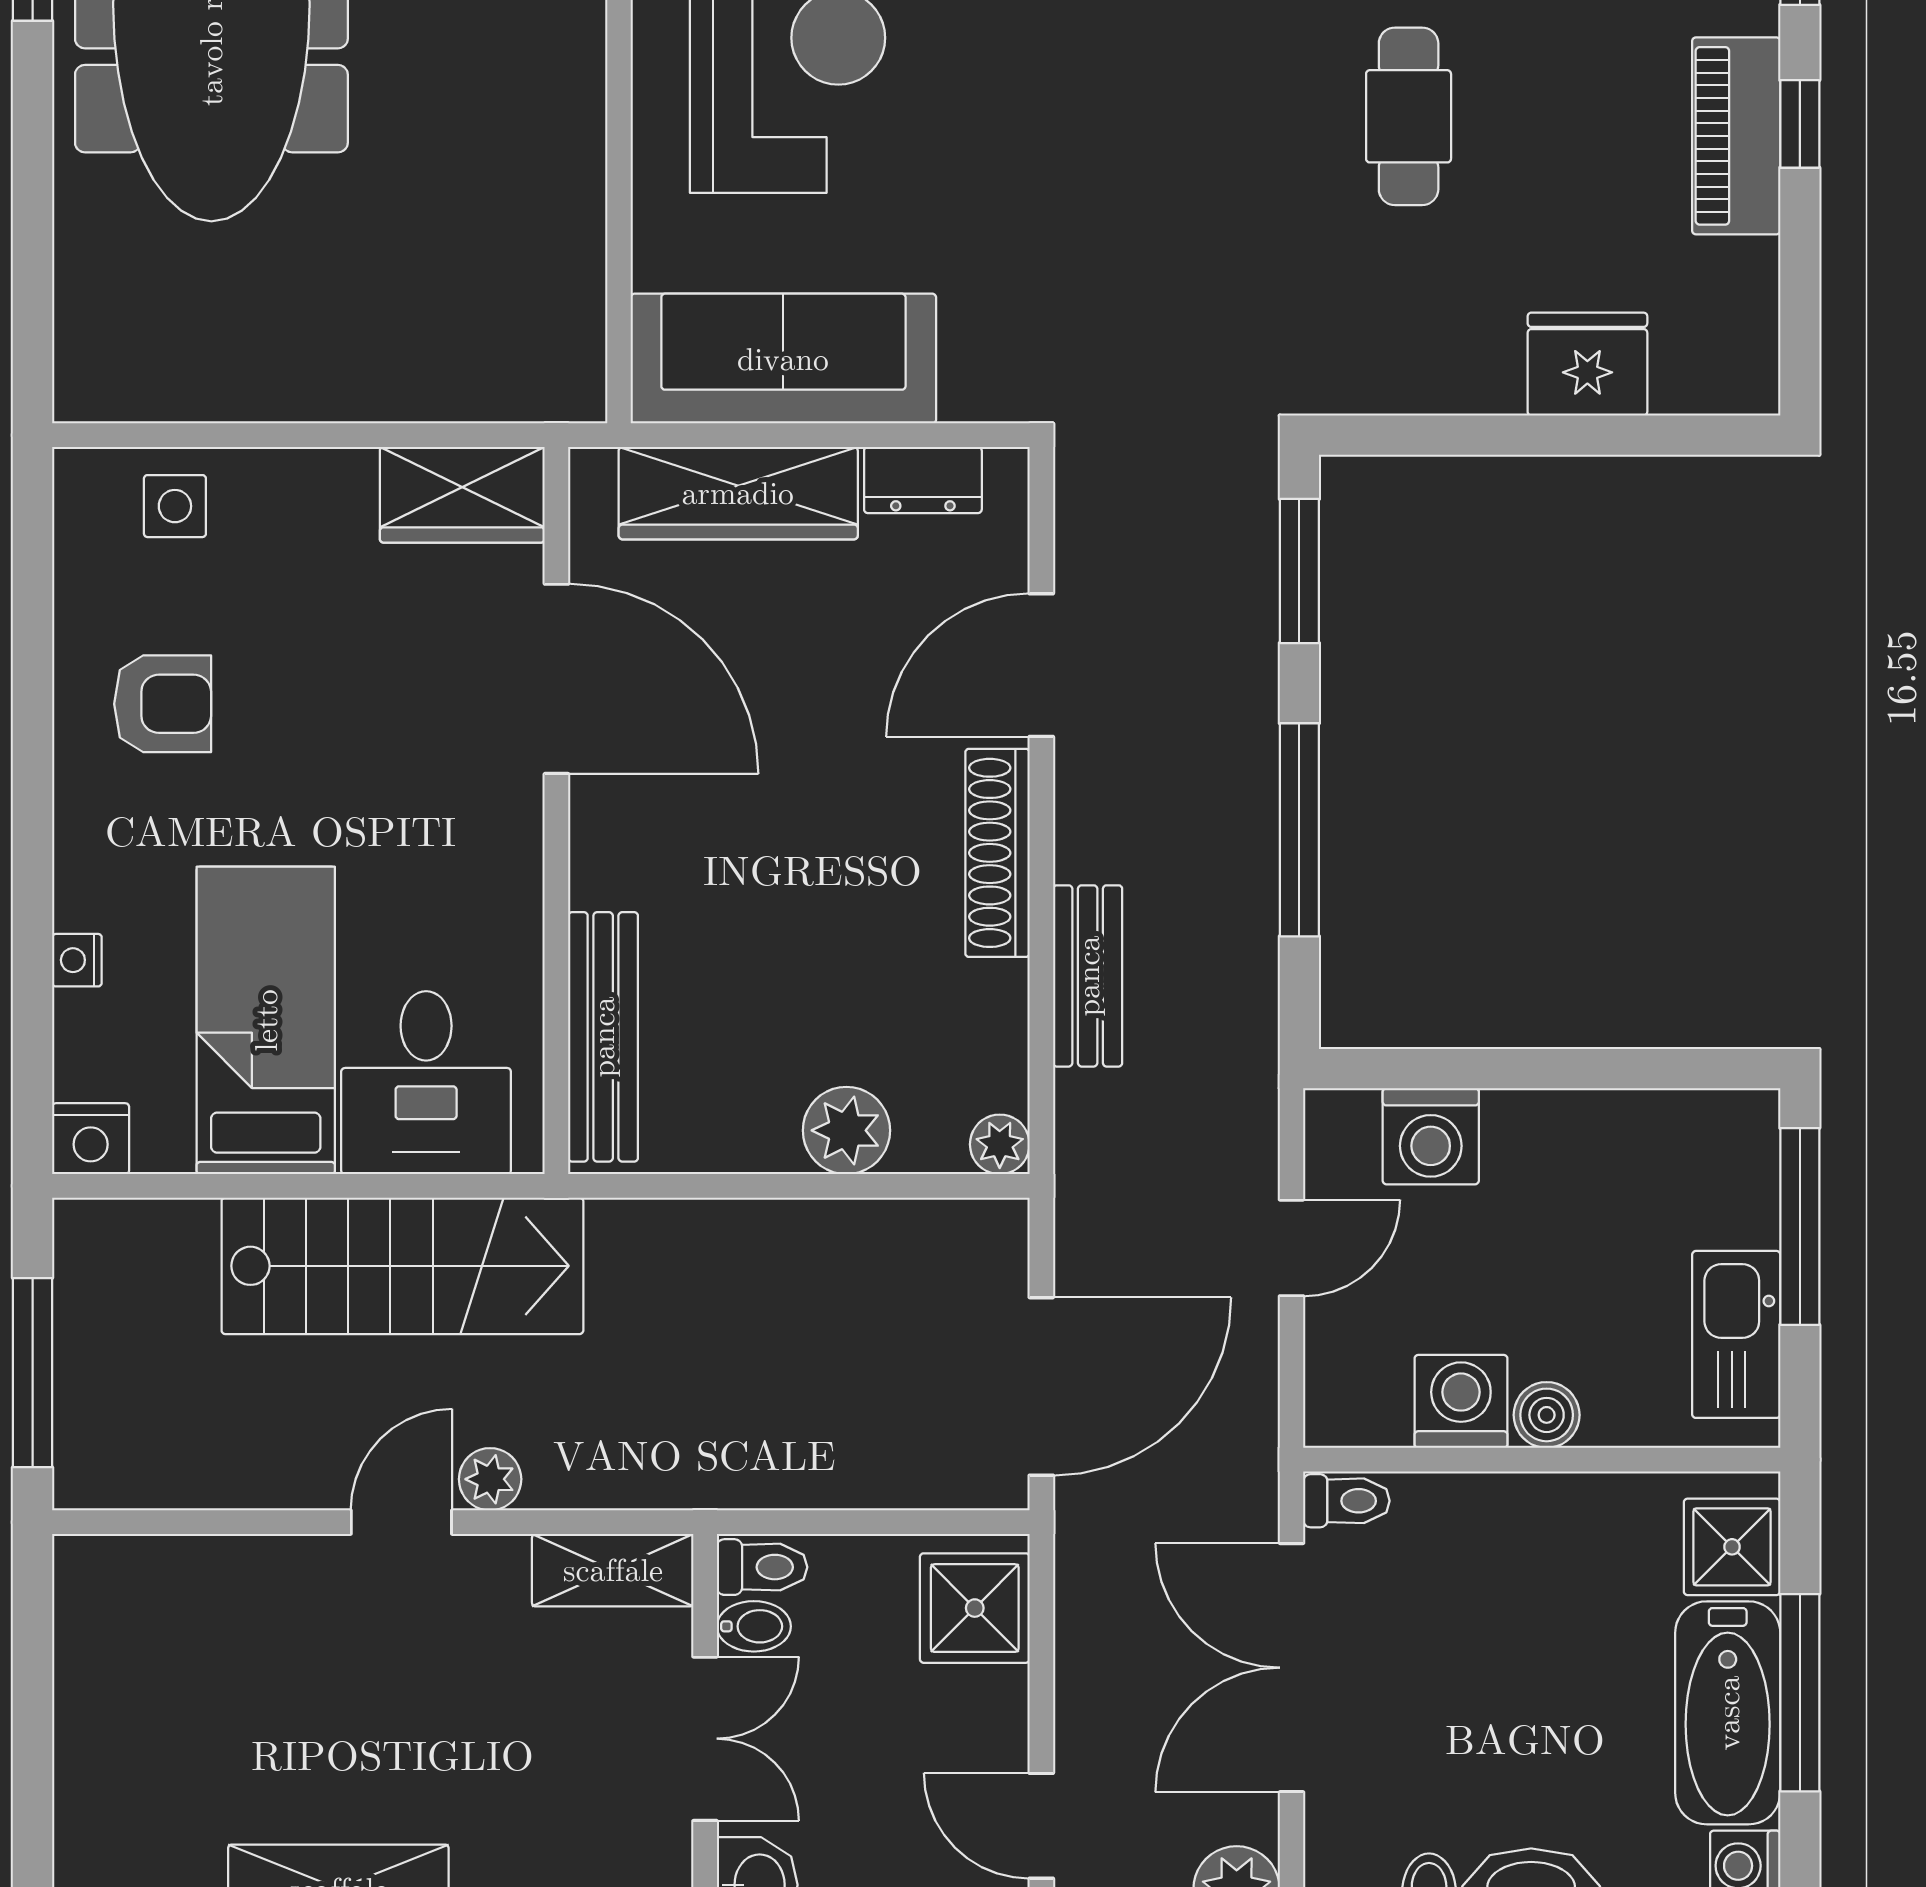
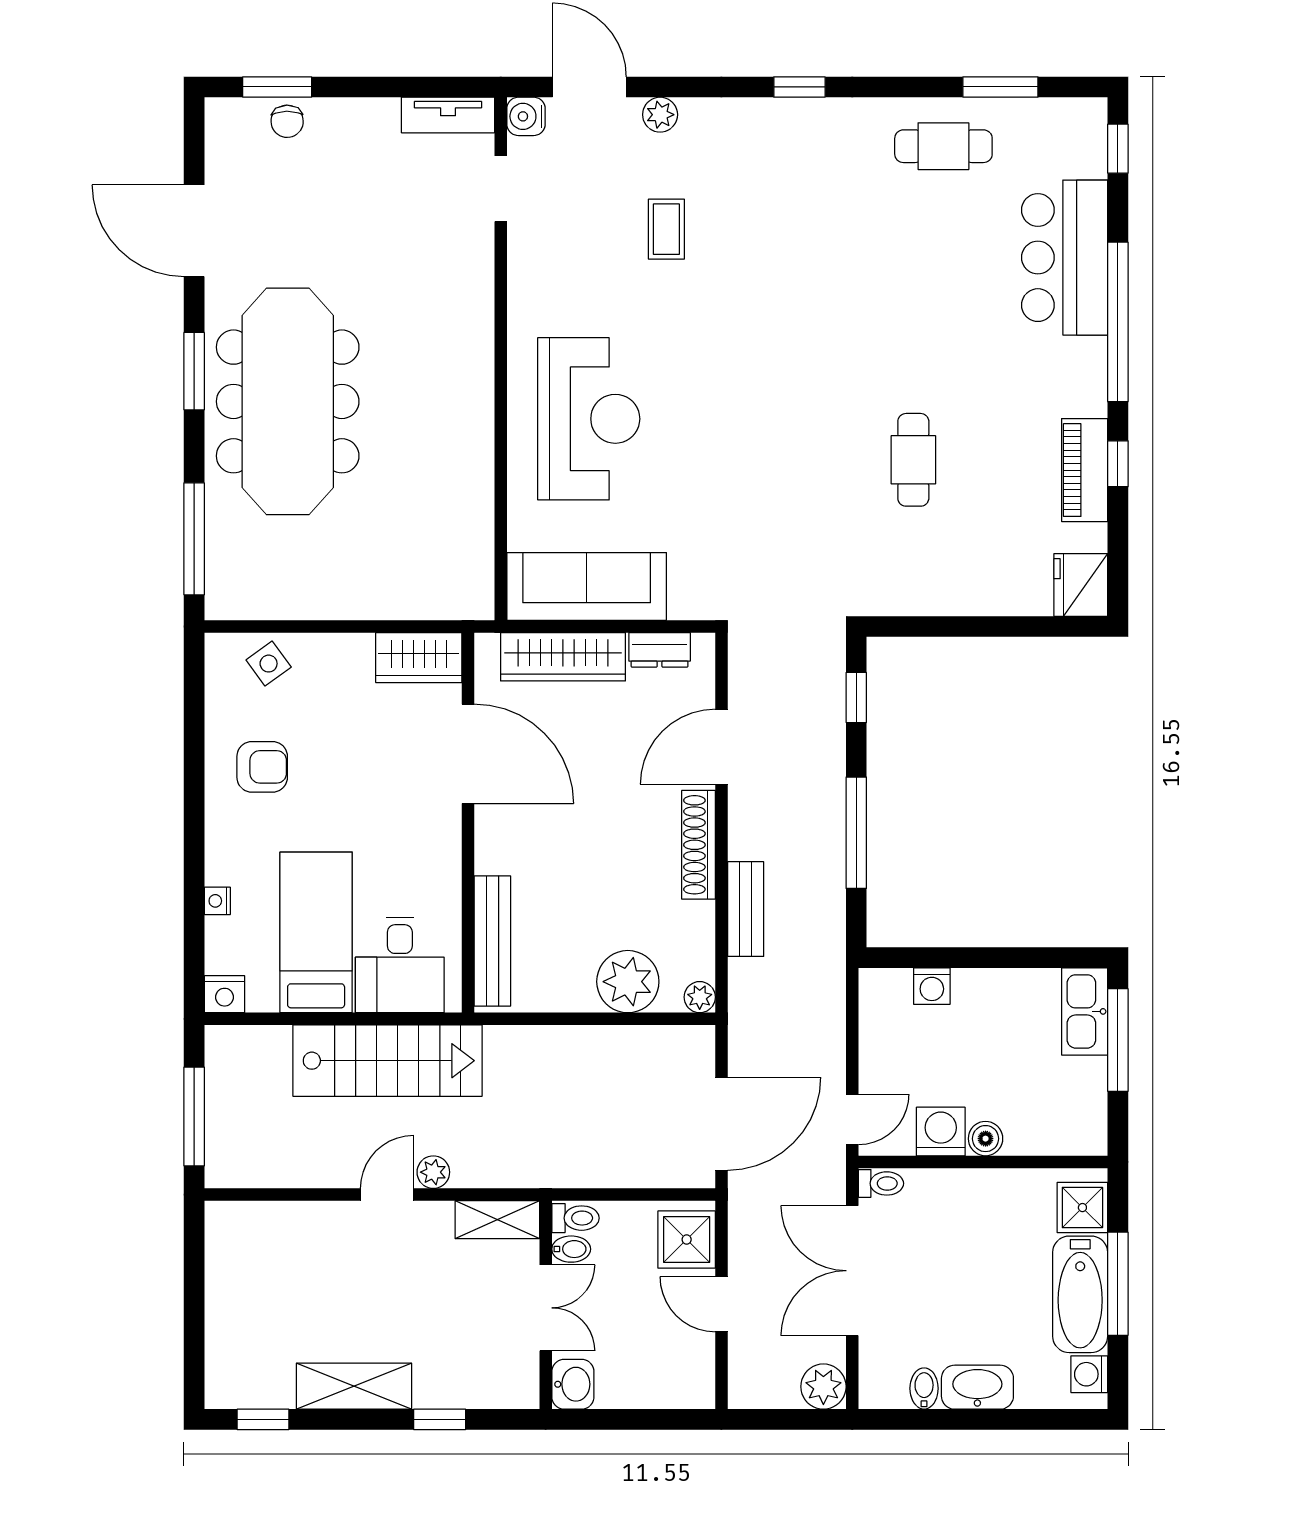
window: (33, 267) -> (194, 539), added
fridge: (1587, 364) -> (1081, 585), moved, turned -90
side table: (175, 506) -> (269, 664), turned -36
window: (1299, 571) -> (856, 698), width x0.67
plant: (846, 1130) -> (628, 982), width x1.36, depth x1.36
washing machine: (1431, 1136) -> (932, 986), width x0.73, depth x0.73
door: (1292, 1248) -> (852, 1119), moved
kitchen sink: (1736, 1334) -> (1085, 1011), moved
door: (1041, 1826) -> (721, 1304), moved

